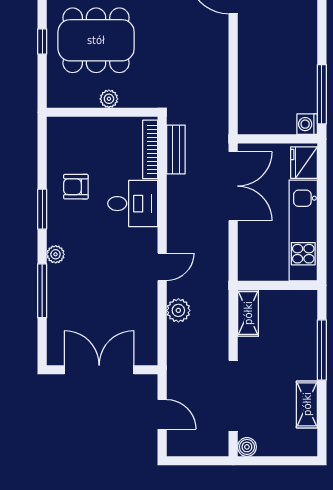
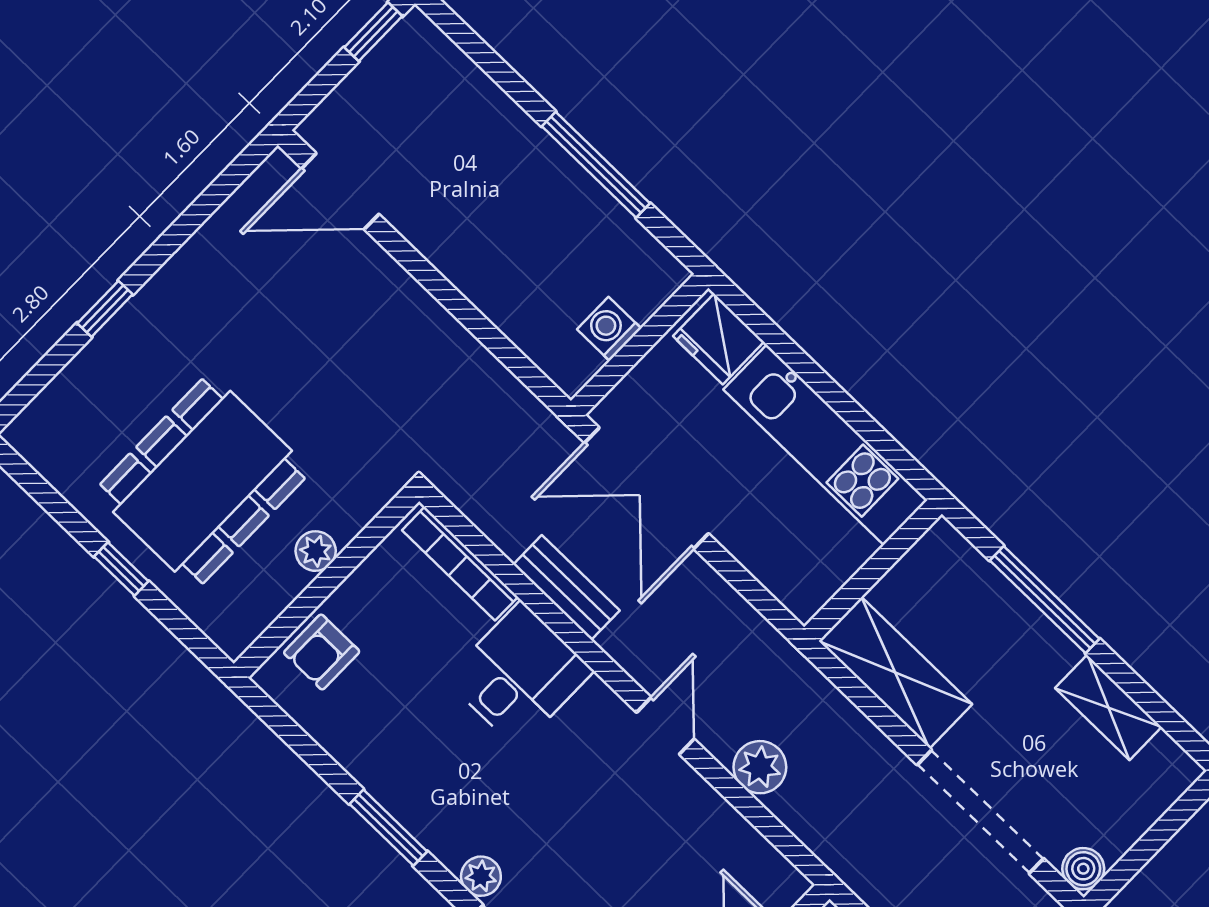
window: (322, 94) -> (596, 165), moved
washing machine: (307, 124) -> (609, 329), moved, turned 90
bench: (176, 150) -> (566, 587), moved
double door: (233, 186) -> (647, 488), swing flipped
armchair: (76, 187) -> (322, 652), moved
shelving: (248, 313) -> (895, 673), width x1.50, depth x1.33

